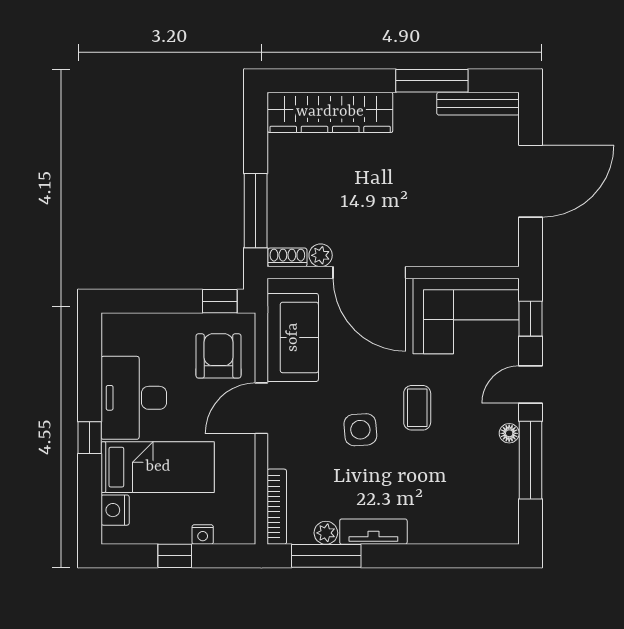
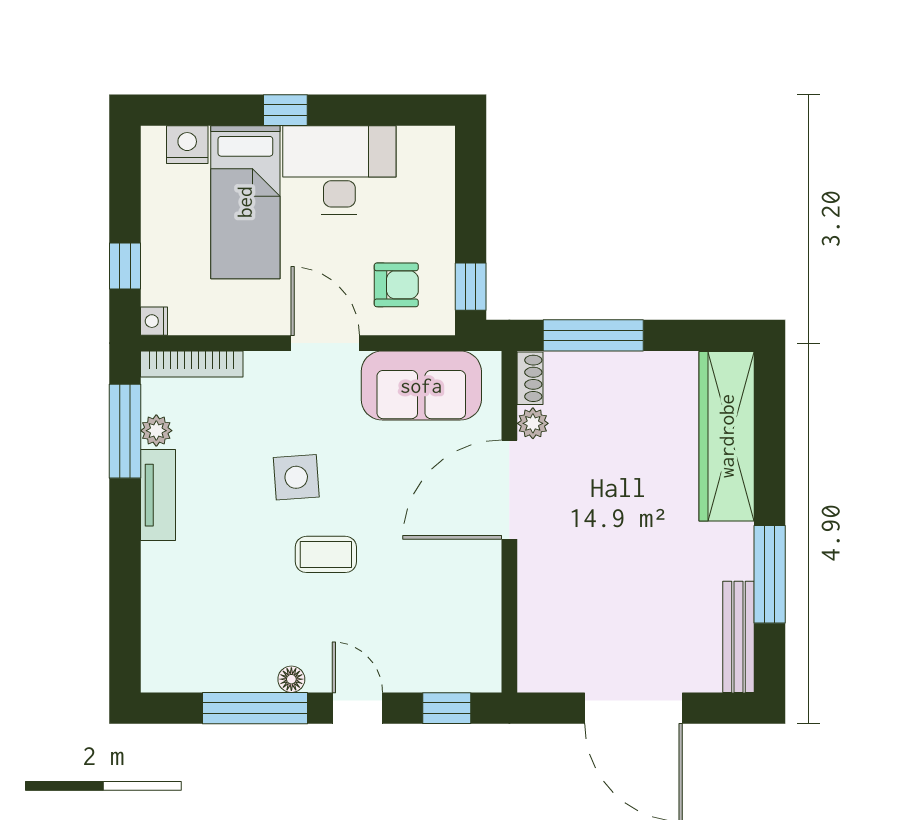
corner sofa: (466, 316) -> (450, 621), removed
armchair: (218, 356) -> (396, 285), width x0.72, depth x0.72
nightstand: (203, 535) -> (154, 321), moved
window: (175, 556) -> (125, 266), moved

